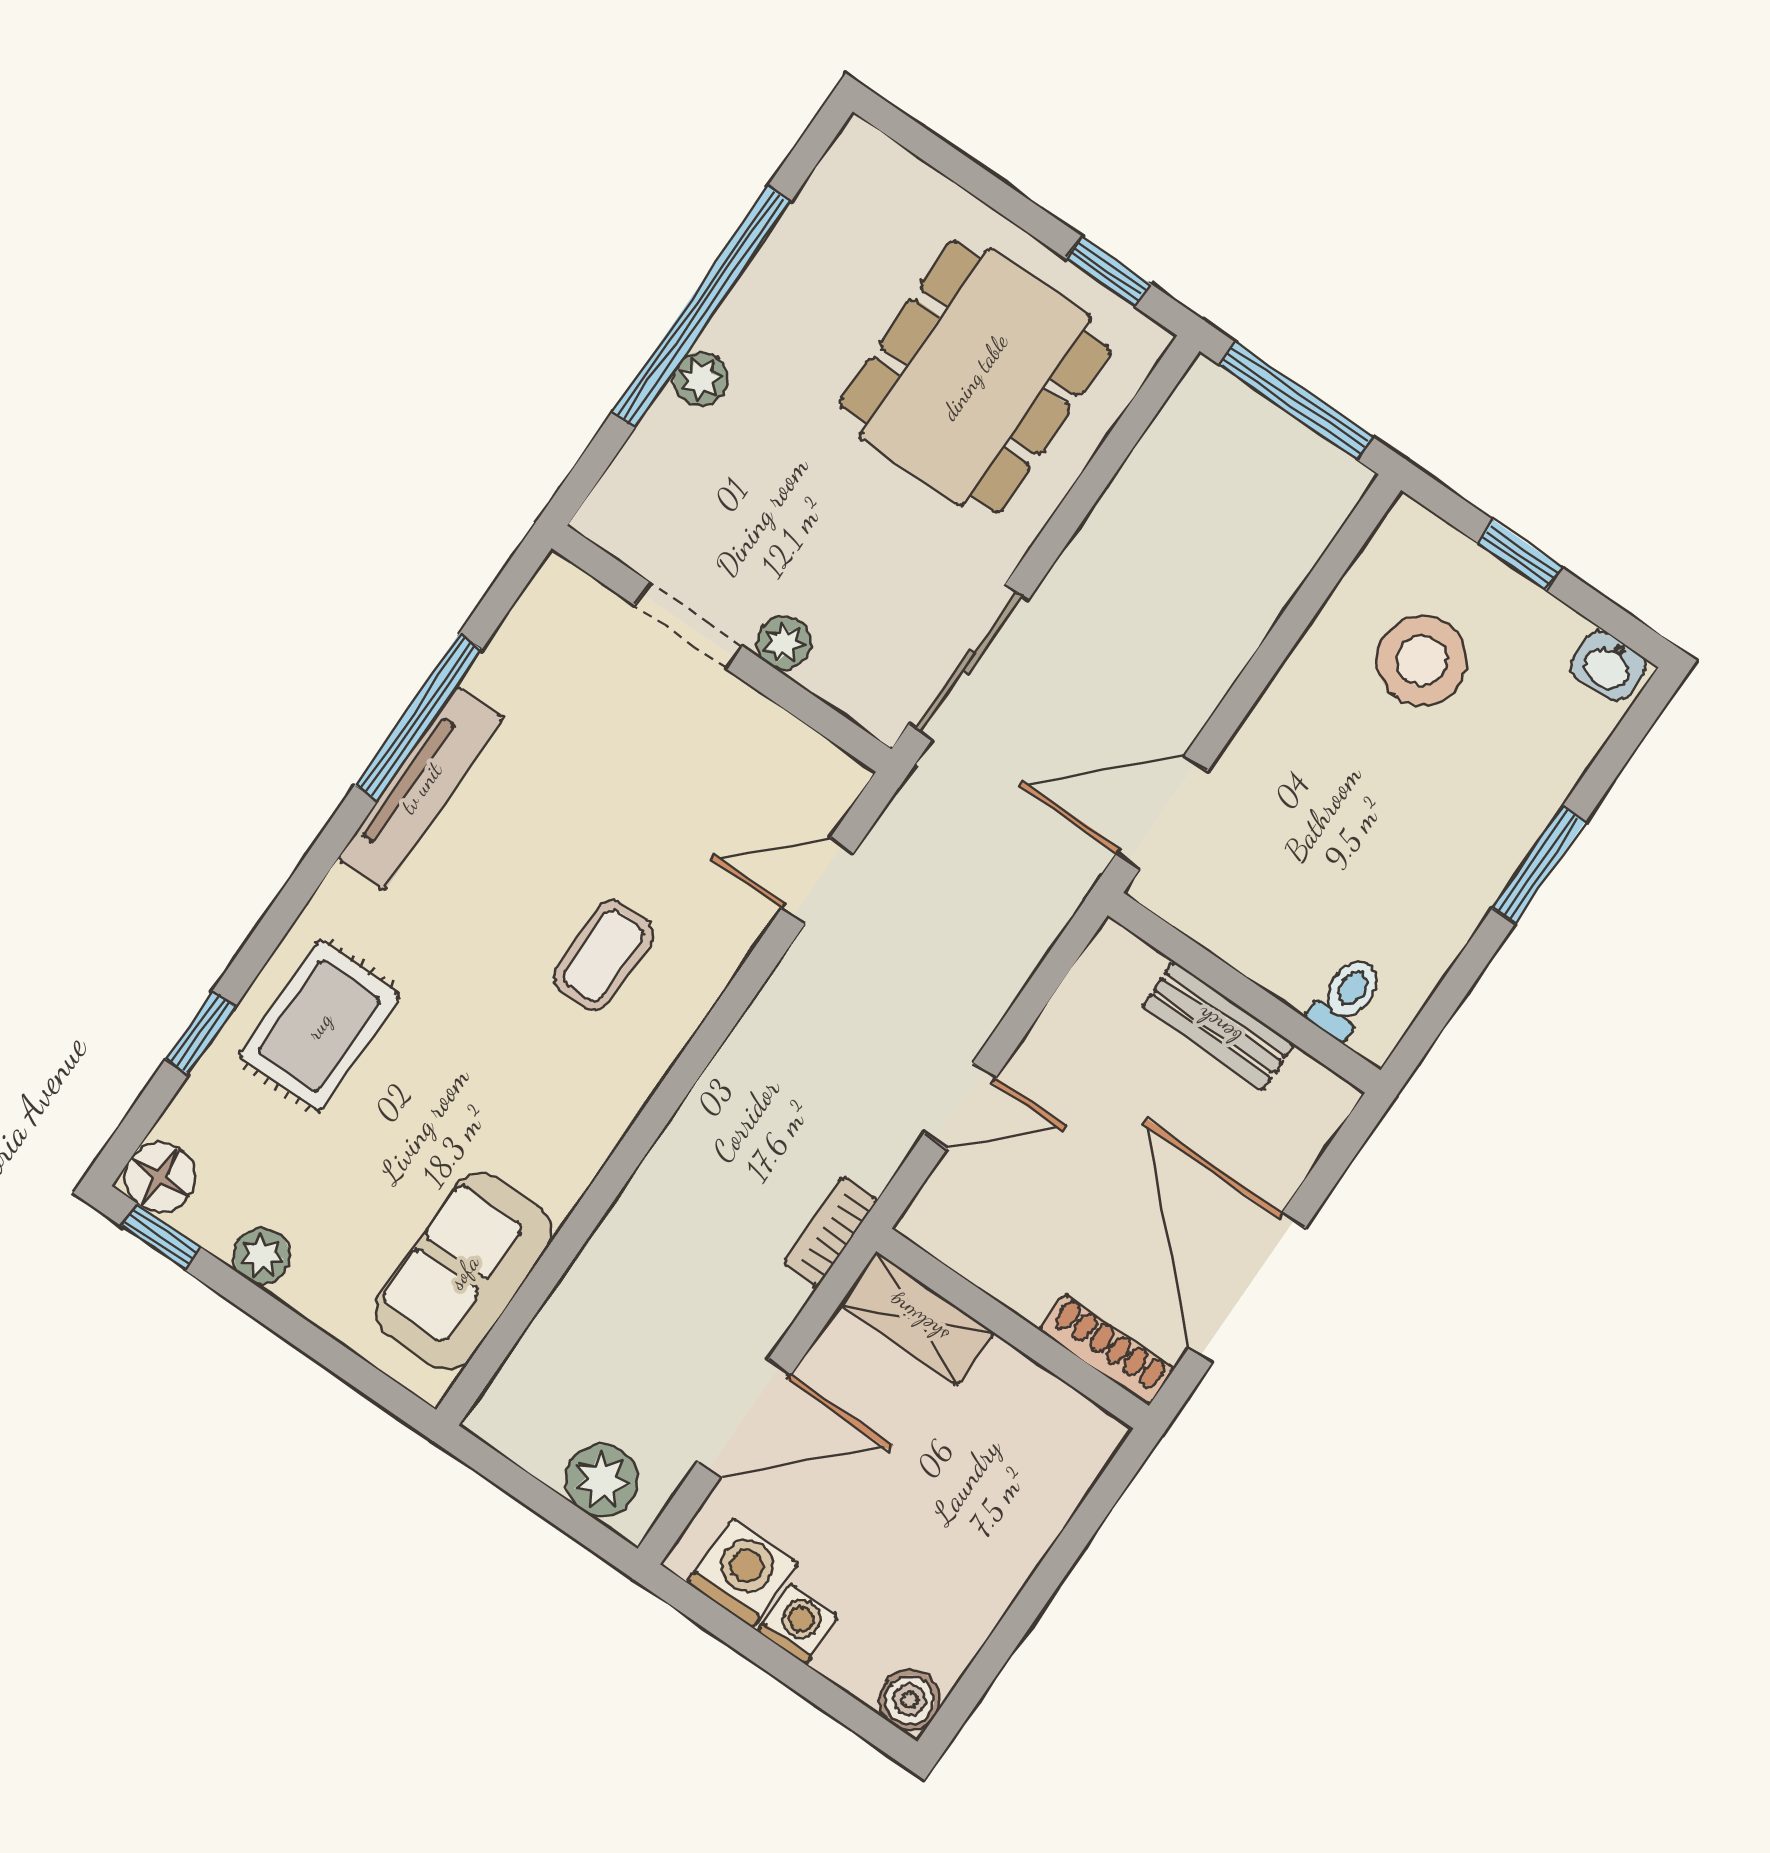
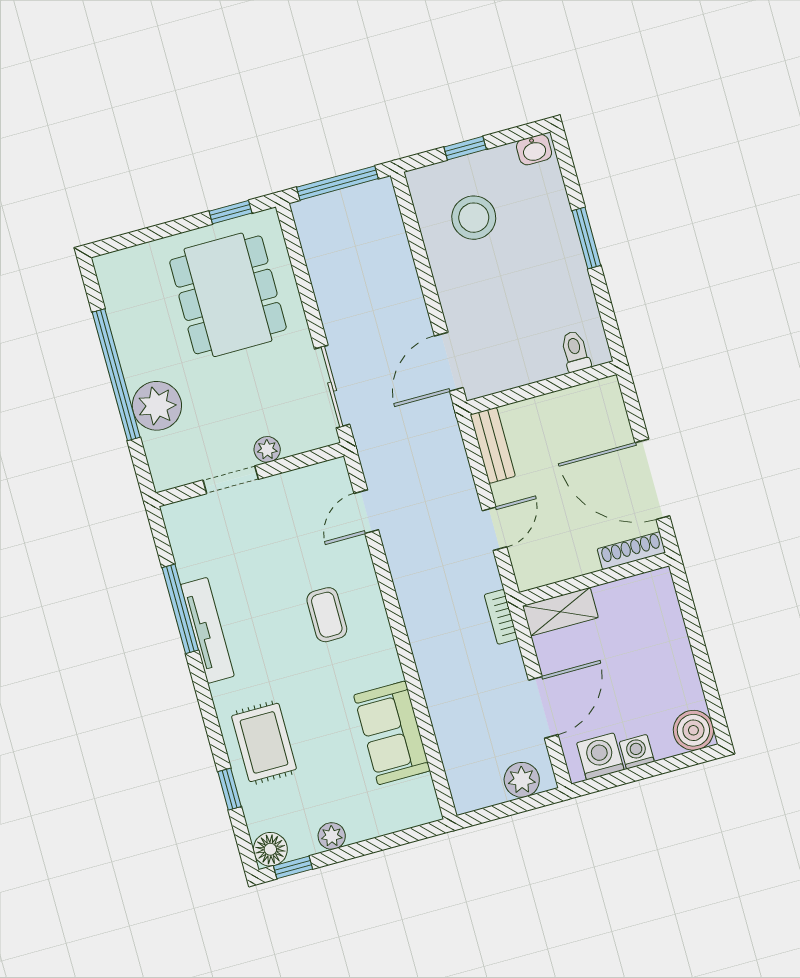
plant: (701, 379) -> (157, 406), width x1.88, depth x1.88
bench: (1218, 1026) -> (493, 445), moved, turned 90
sofa: (464, 1272) -> (392, 733), moved
boiler: (910, 1700) -> (693, 730), width x1.36, depth x1.36

